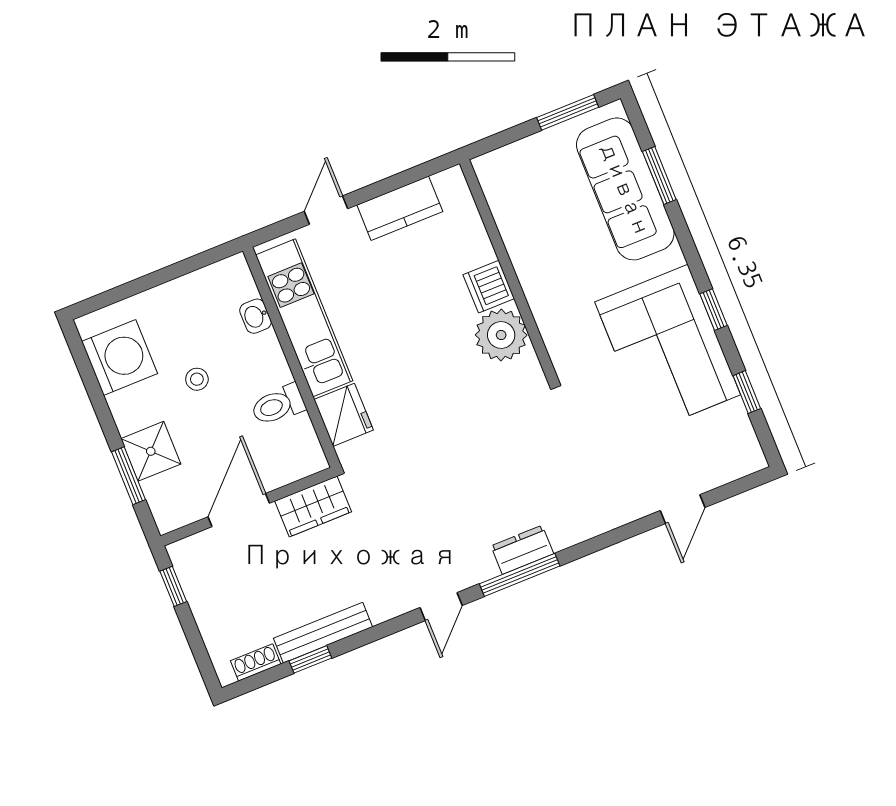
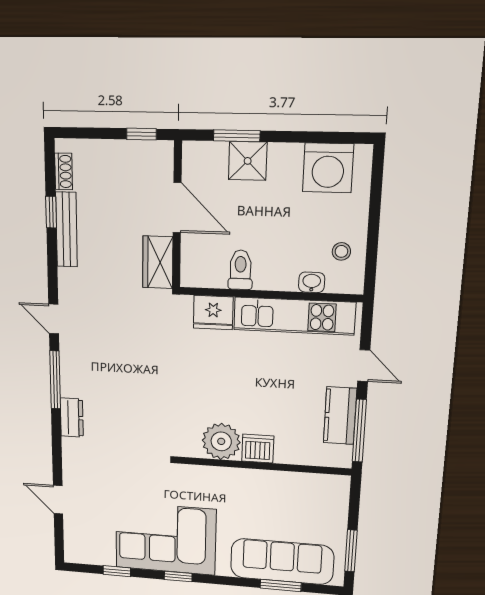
window: (408, 177) -> (359, 431), added
stool: (197, 379) -> (341, 251), moved
dresser: (522, 550) -> (72, 418), moved

